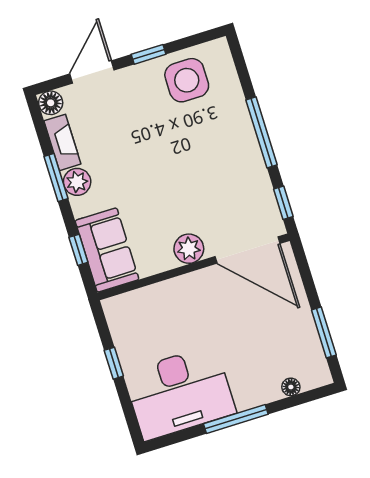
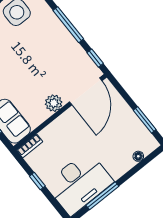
door: (247, 250) -> (86, 91), hinge flipped
bookcase: (123, 302) -> (30, 146), added
window: (236, 419) -> (102, 196), moved

